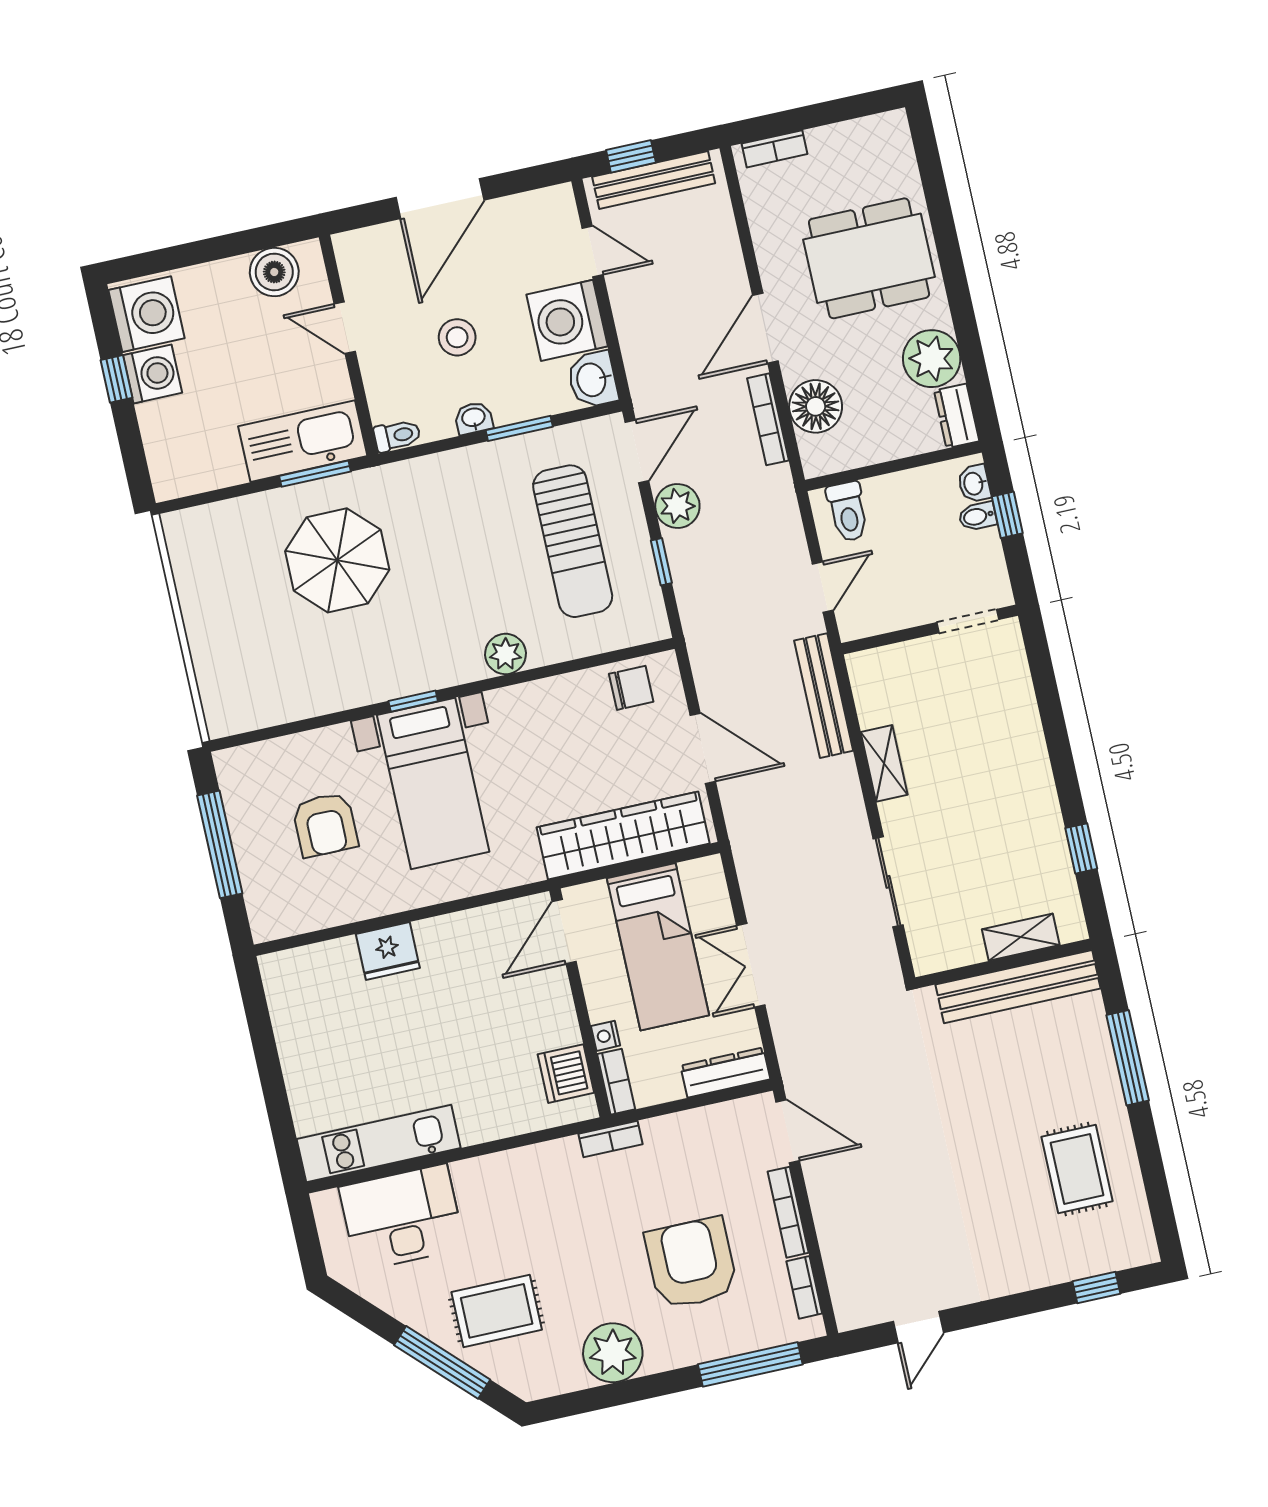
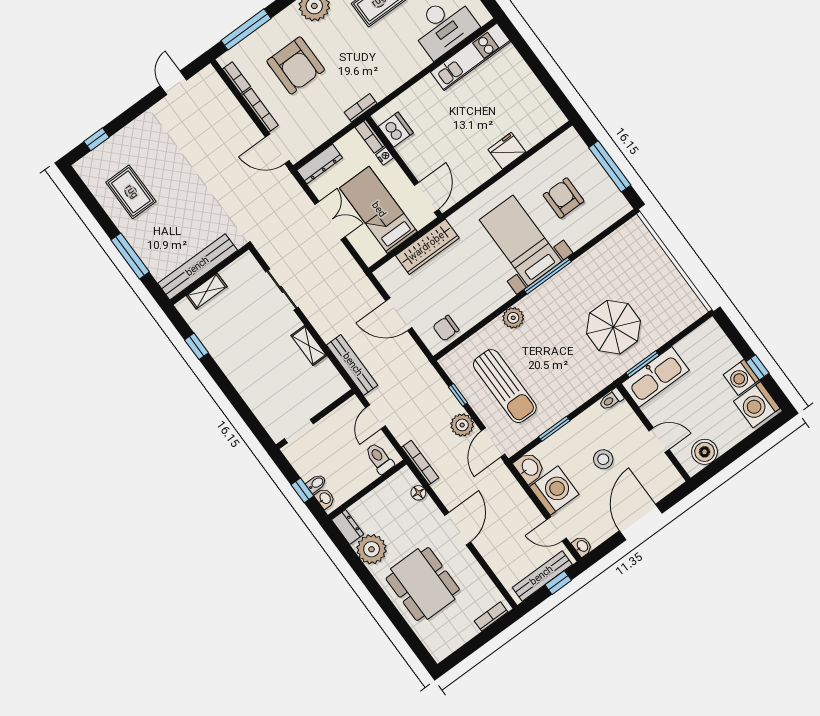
dining table: (869, 258) -> (423, 584), turned 90
floor lamp: (816, 406) -> (418, 493), width x0.53, depth x0.53
washbasin: (474, 418) -> (582, 546), moved, turned -90
bookcase: (768, 419) -> (420, 463), moved
sun lounger: (573, 541) -> (505, 386), turned 180
window: (413, 701) -> (547, 276), width x2.17
wardrobe: (623, 835) -> (427, 247), width x0.71, depth x0.85

